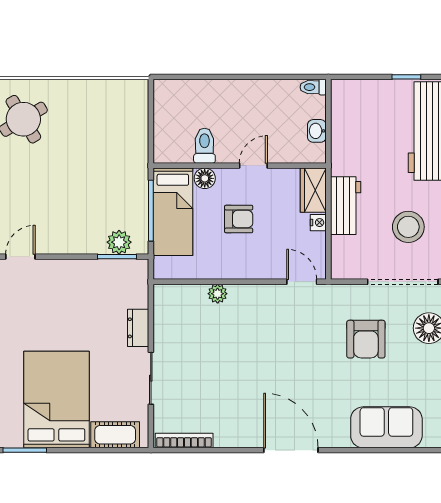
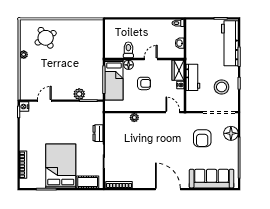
plant: (119, 242) -> (79, 94), moved
sofa: (386, 427) -> (212, 179), width x1.36

